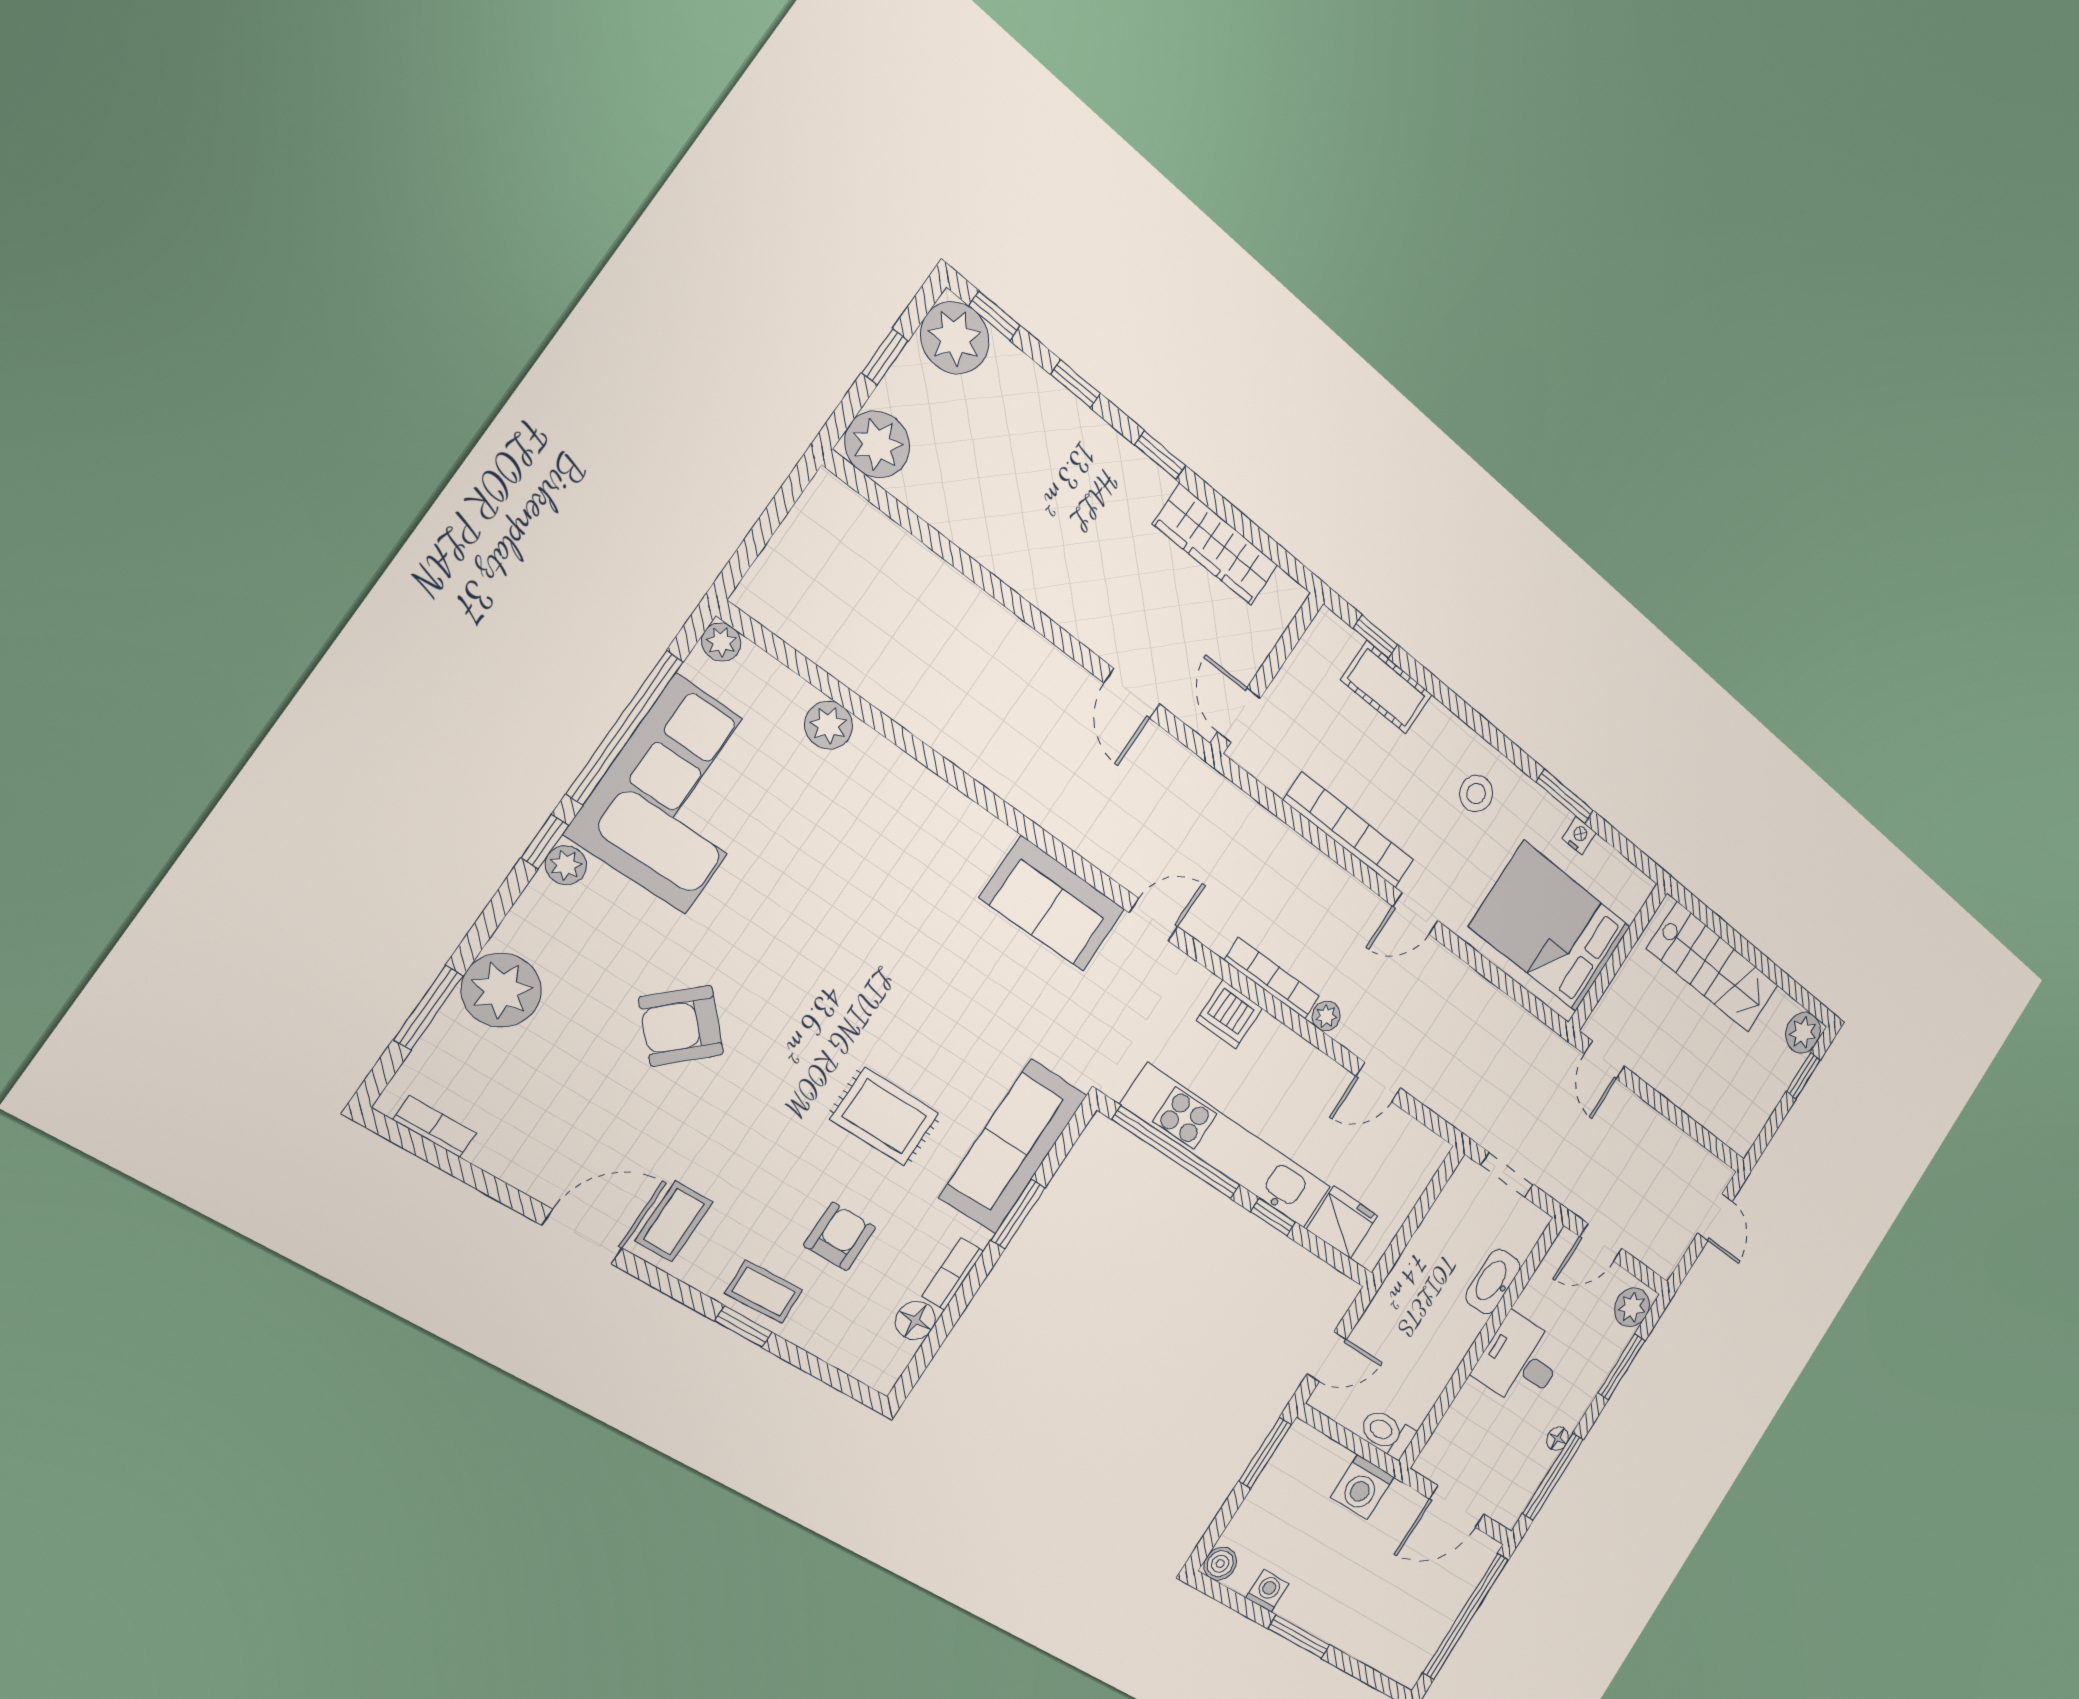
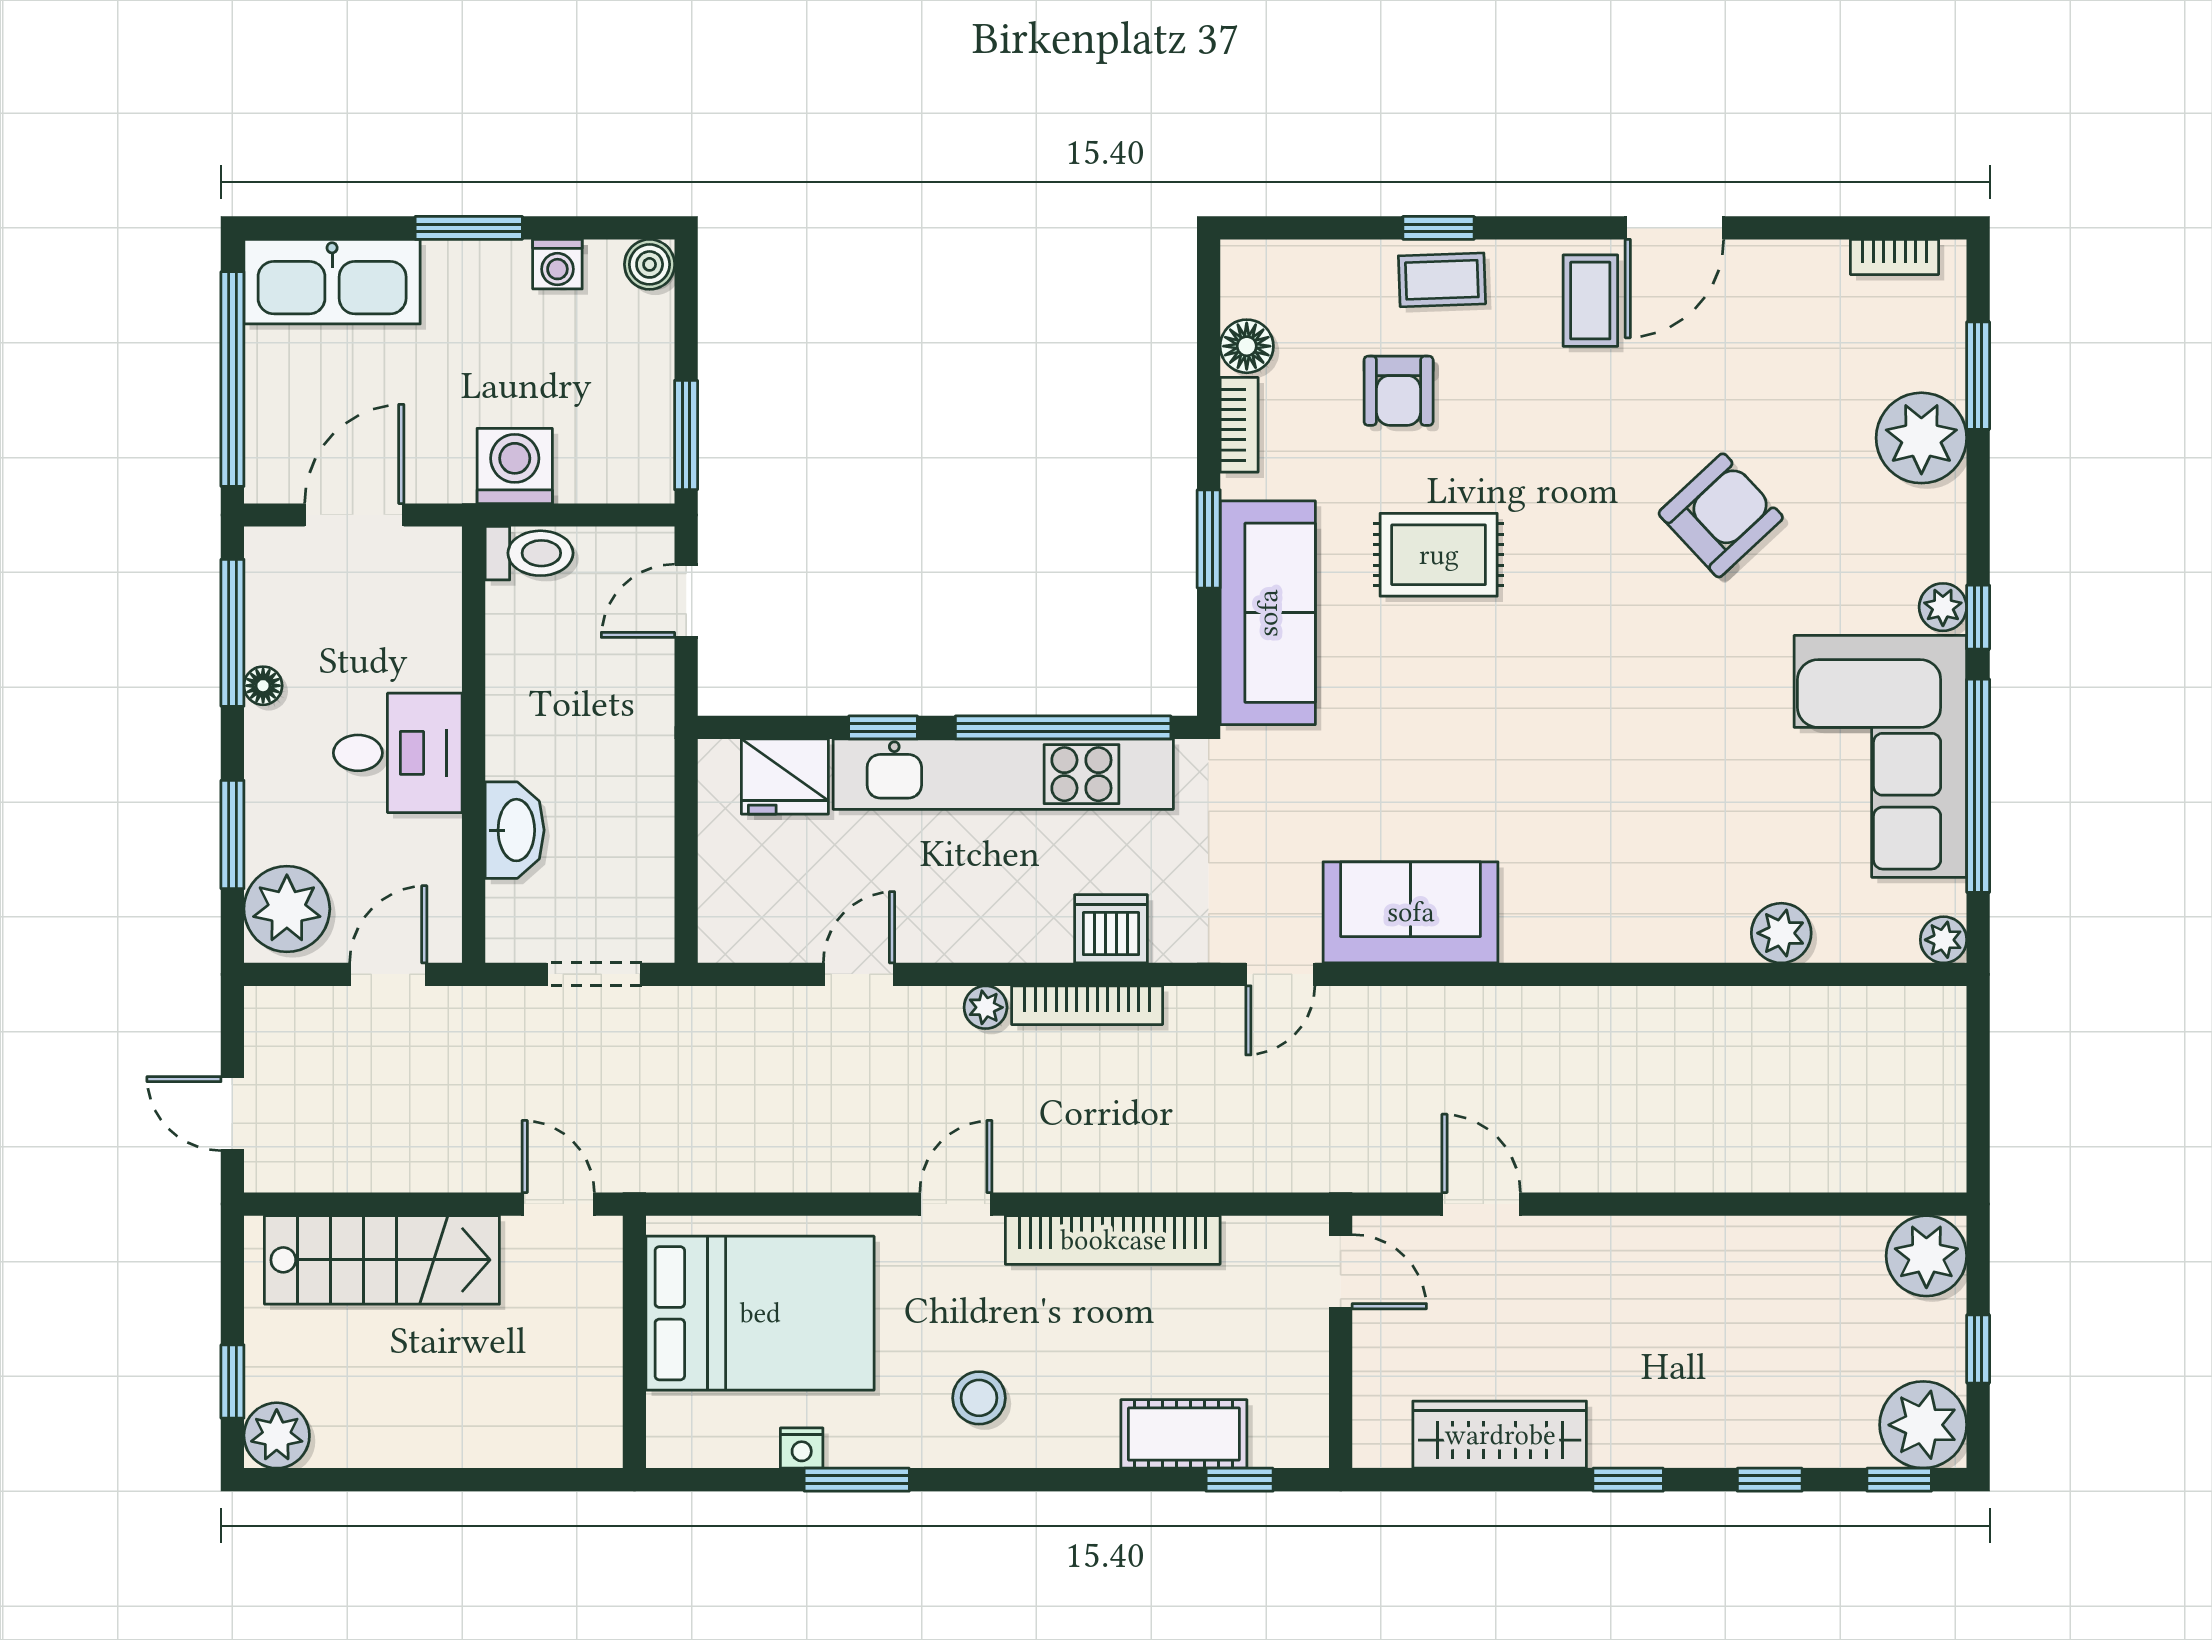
stairs: (1713, 967) -> (382, 1260), moved, turned 180
plant: (1632, 1307) -> (287, 909), width x1.36, depth x1.36
kitchen sink: (1385, 1644) -> (332, 282), added

